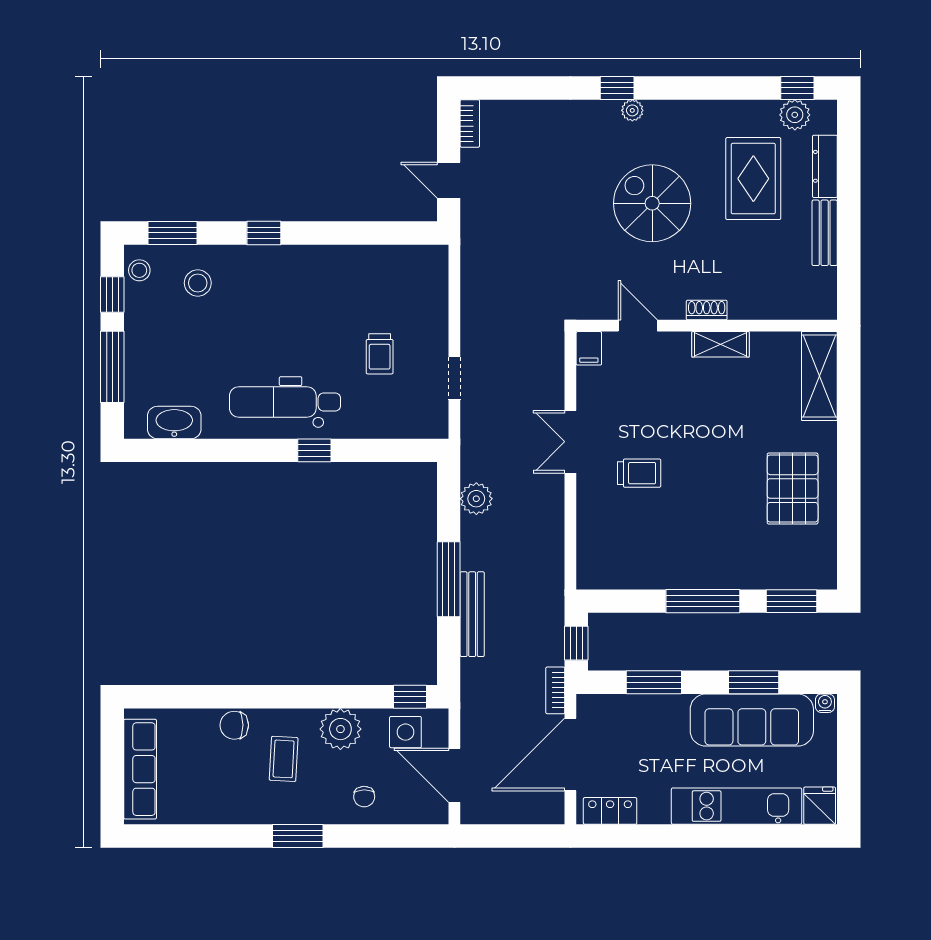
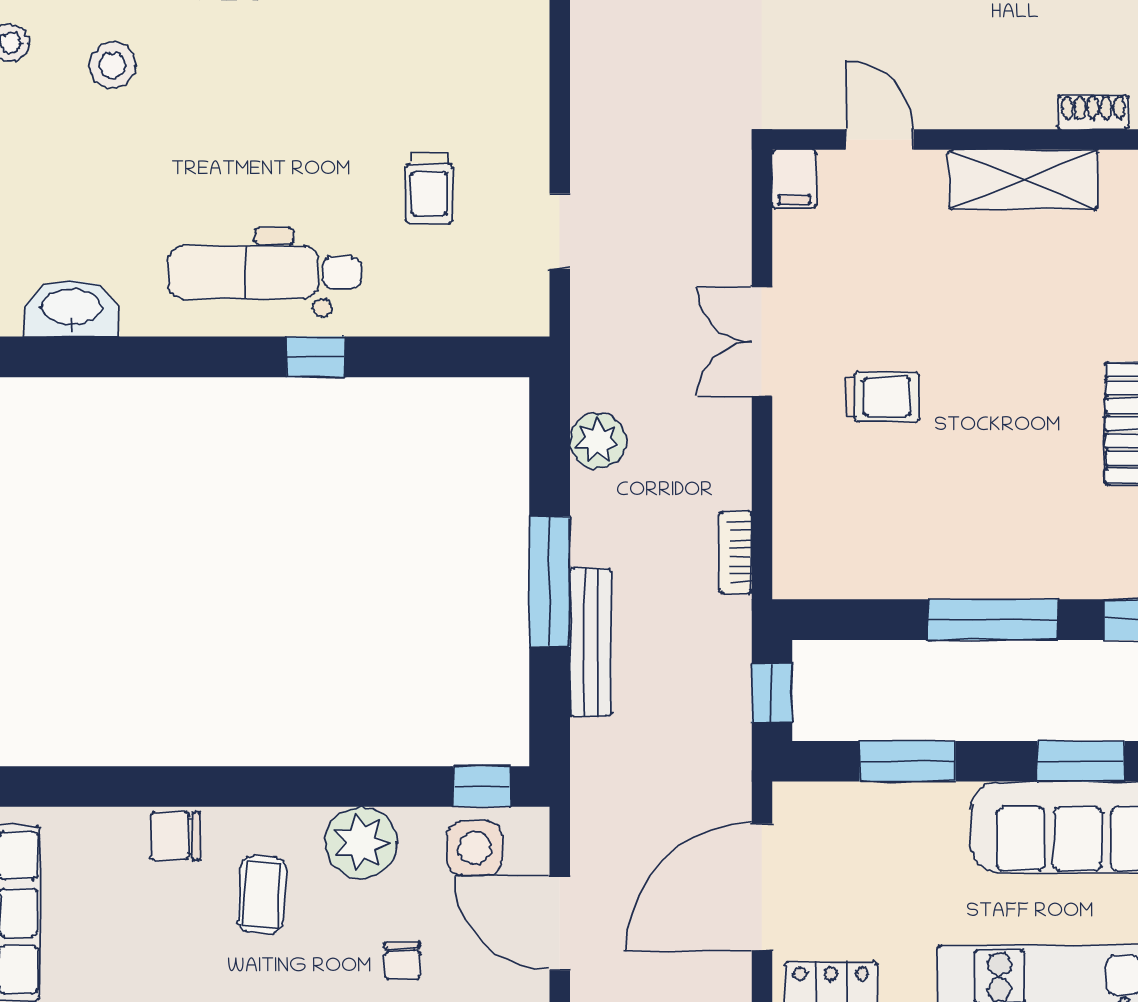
shoe rack: (707, 310) -> (1093, 112), moved
shelving: (721, 344) -> (1024, 179), width x1.50, depth x1.33
bookcase: (555, 690) -> (735, 553), moved

